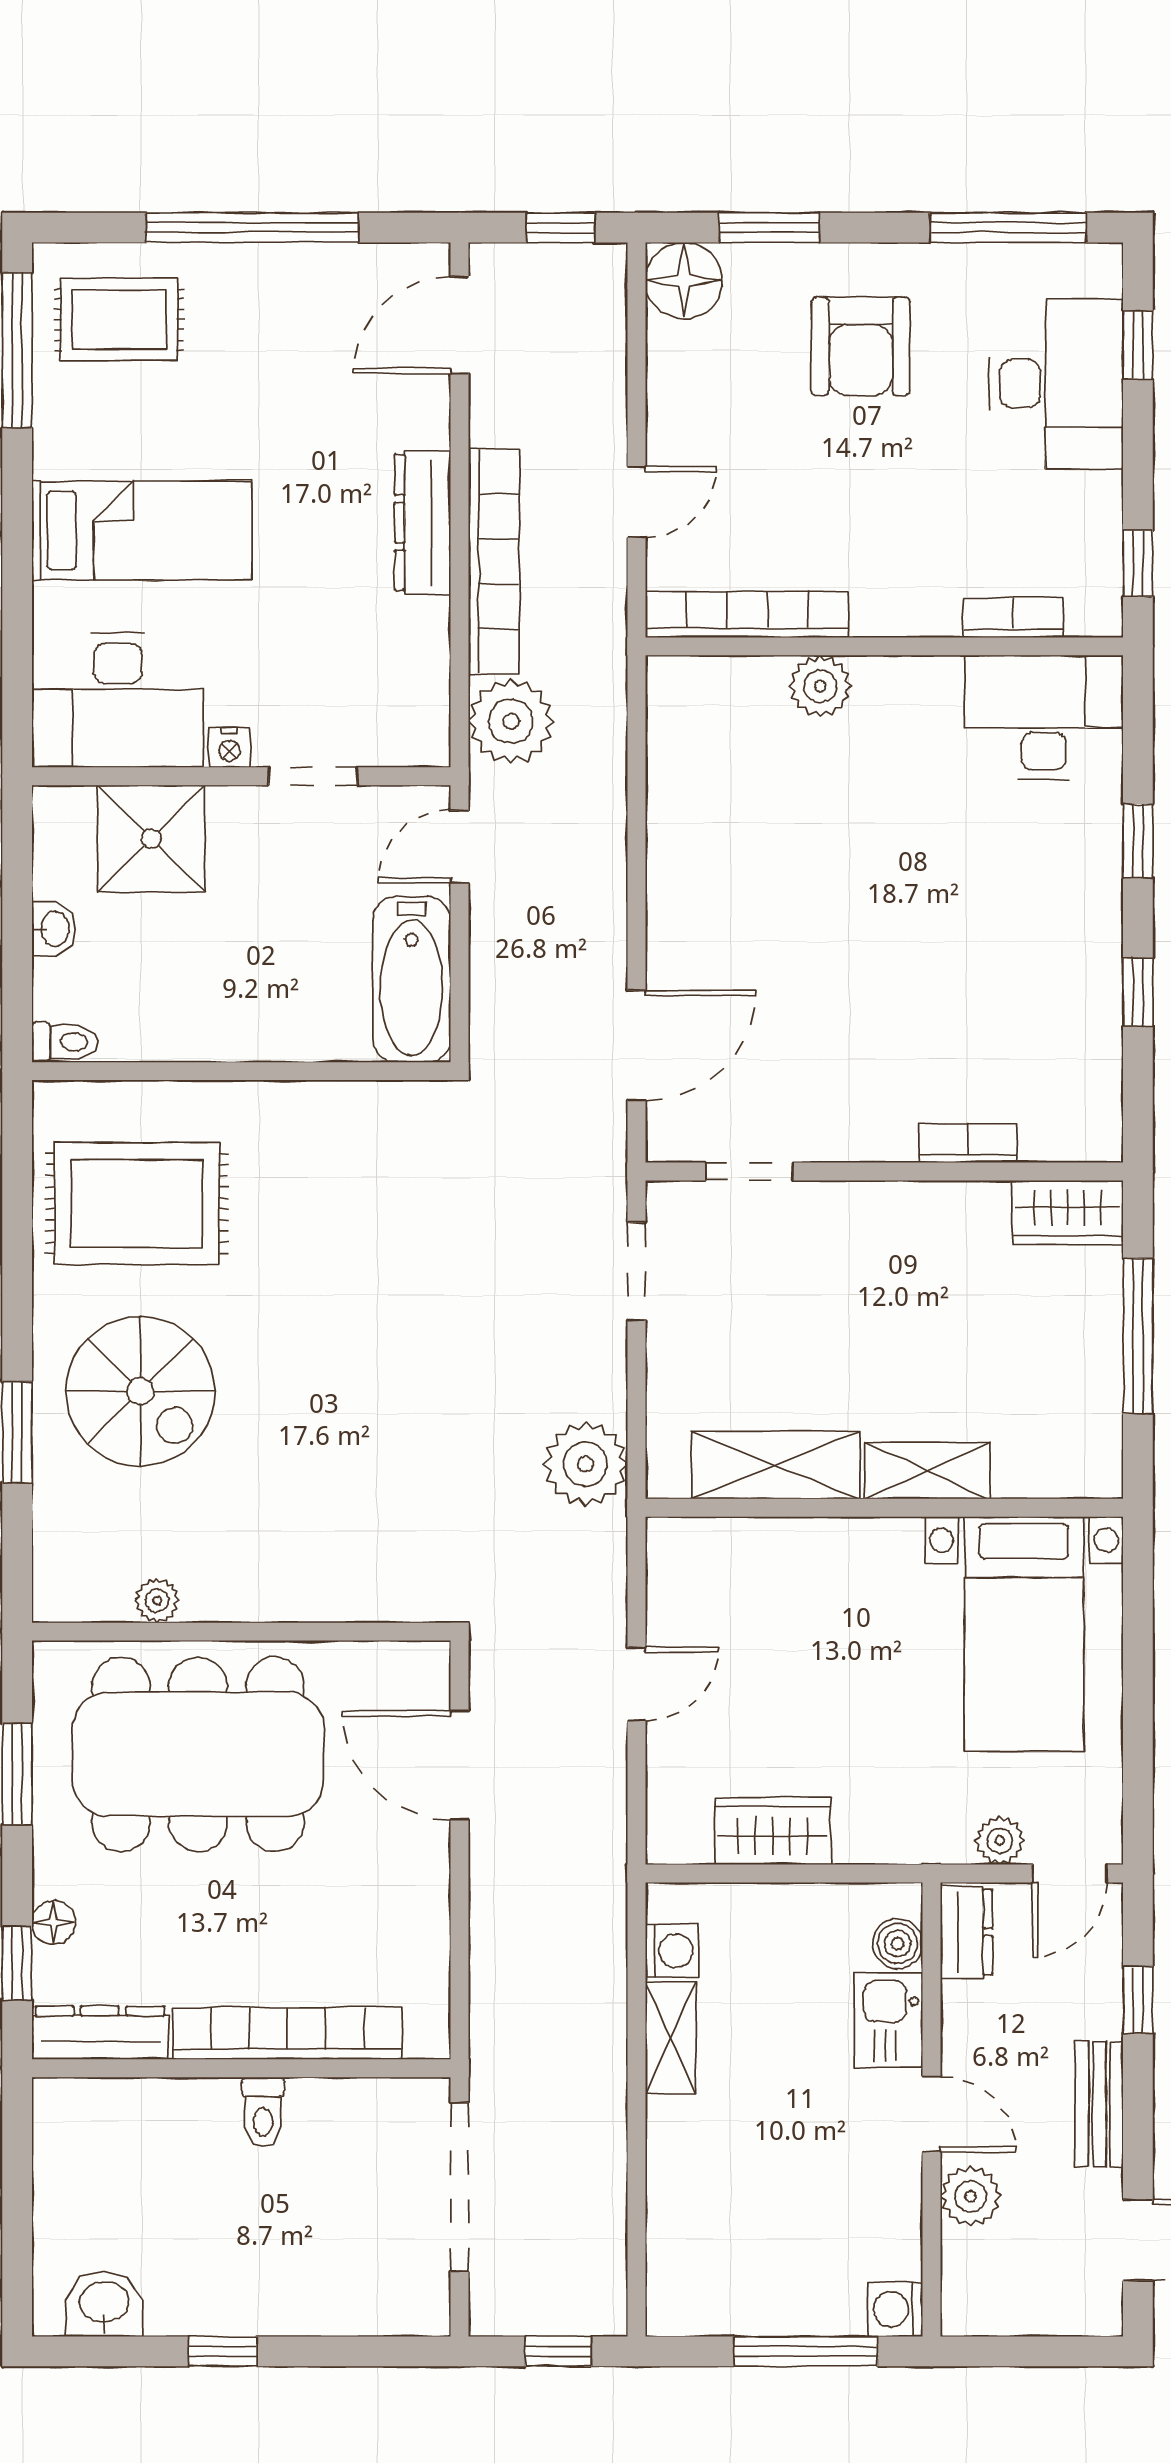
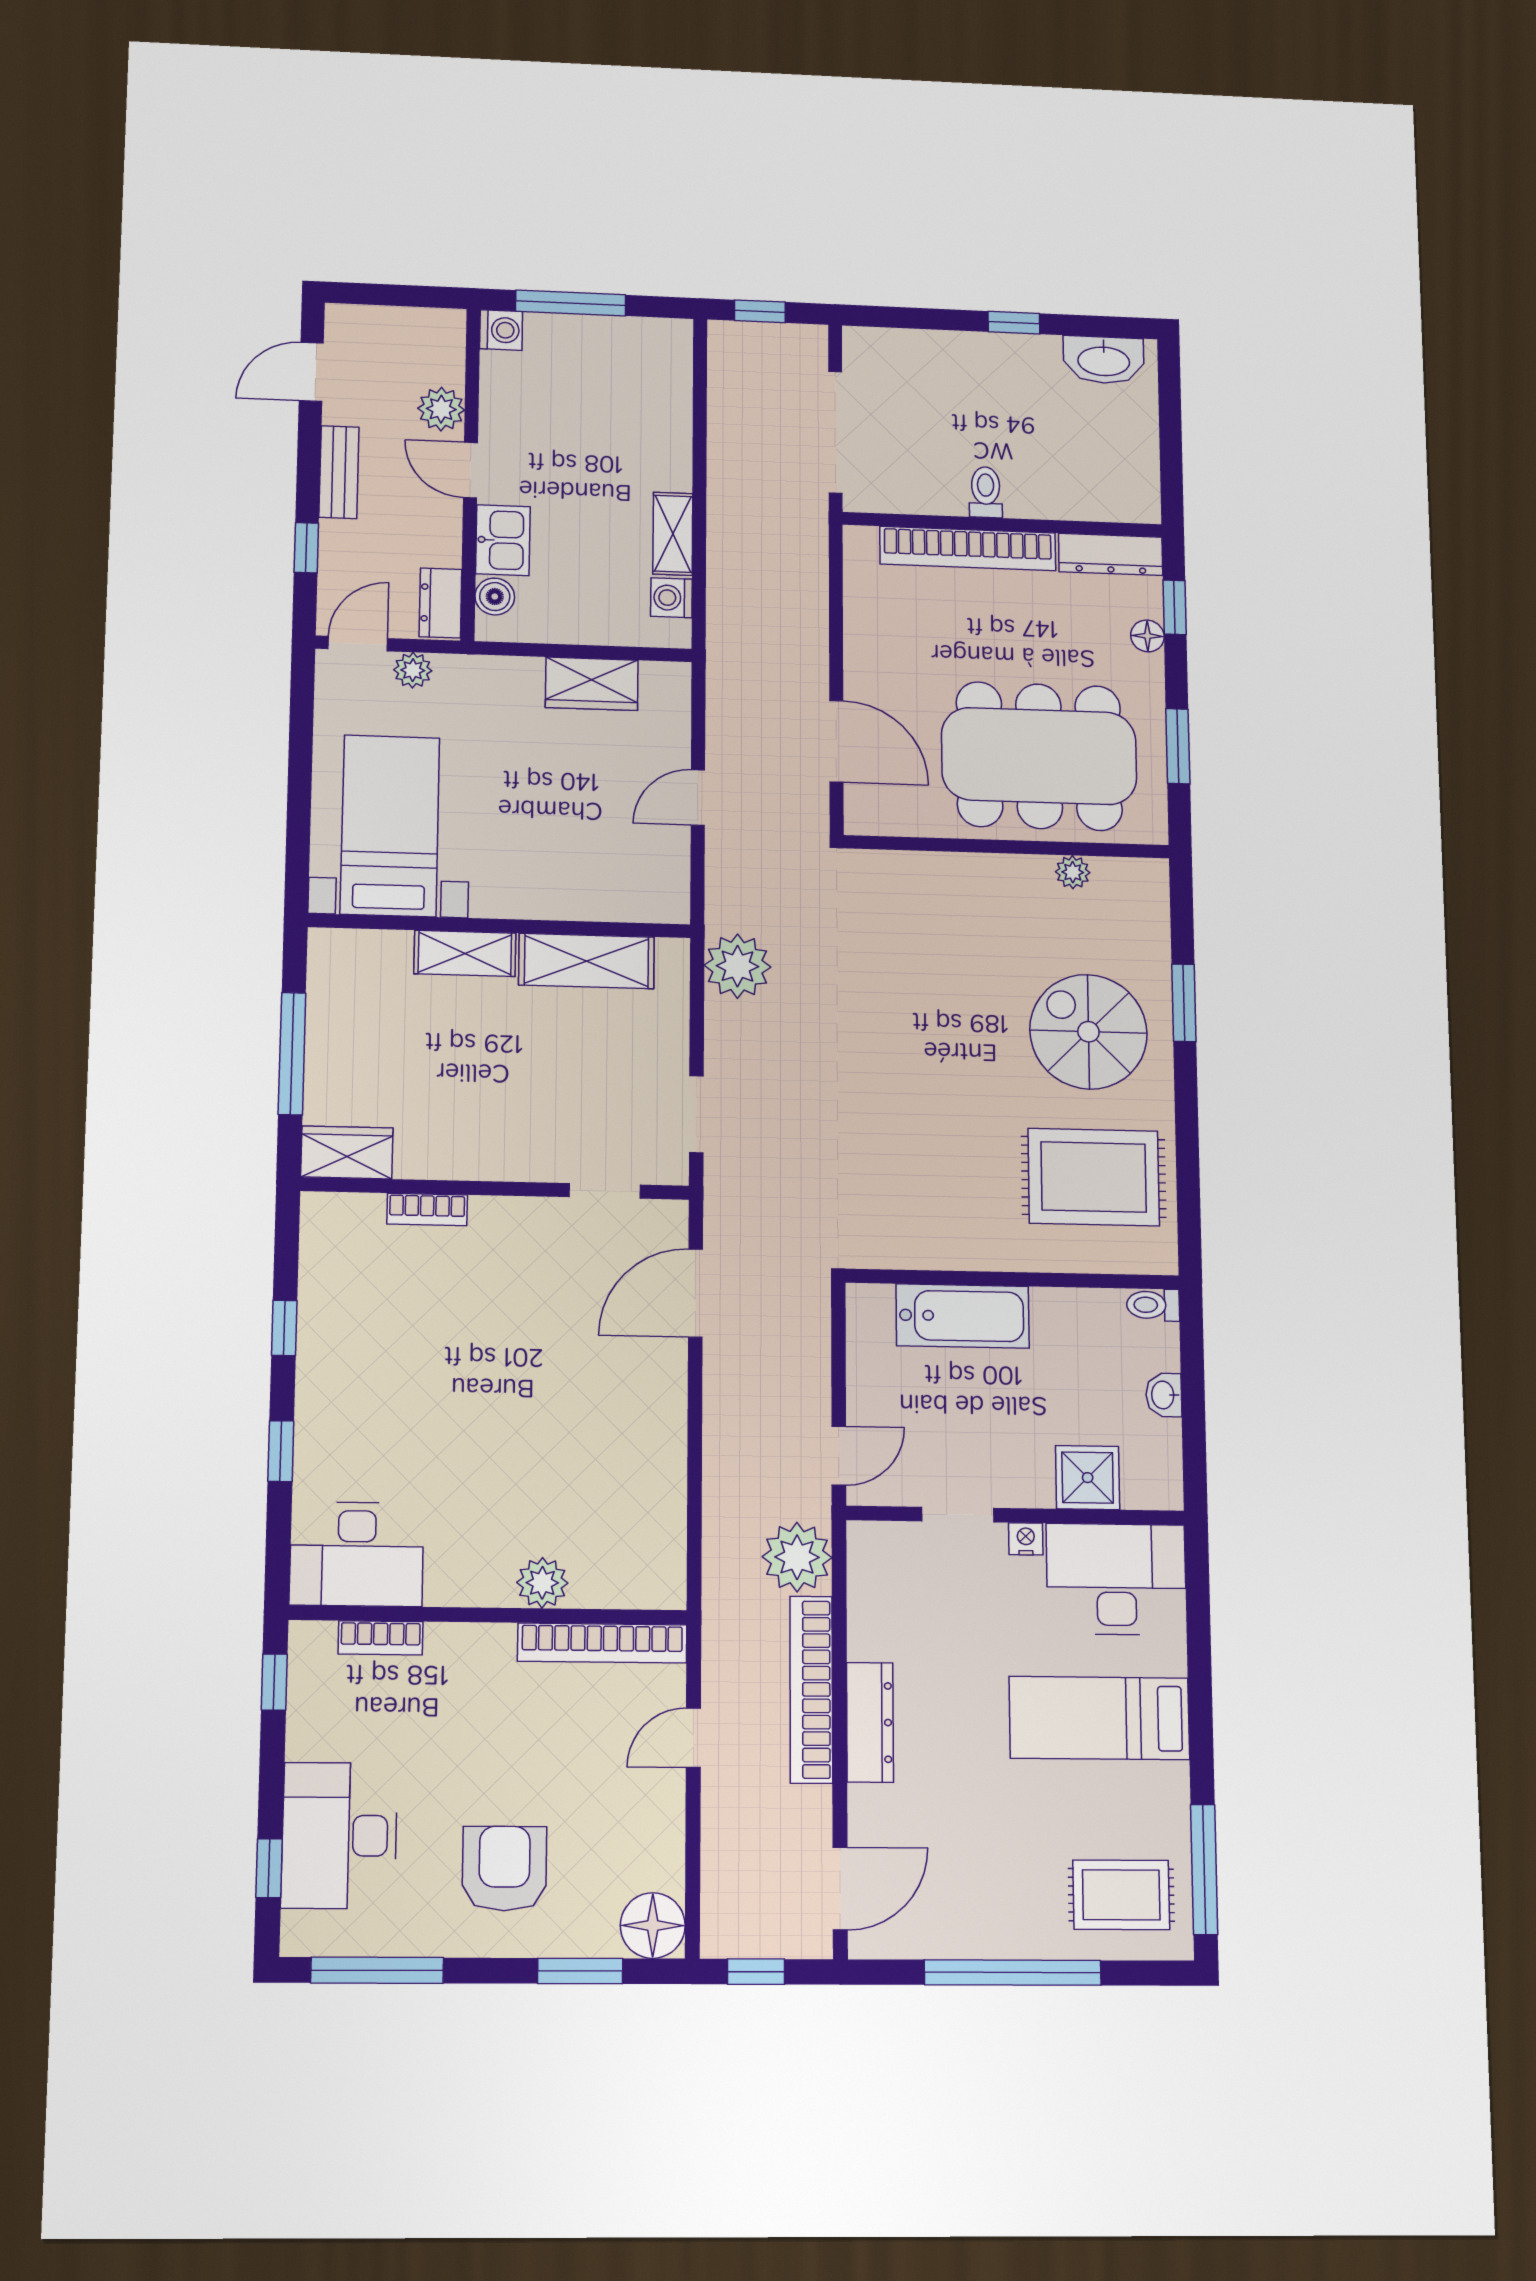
shower: (151, 839) -> (1088, 1478), width x0.73, depth x0.73
bathtub: (412, 980) -> (963, 1316), moved, turned 90
washbasin: (104, 2304) -> (1104, 360), width x1.38

